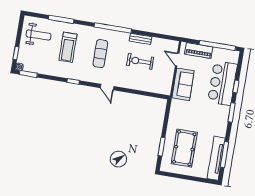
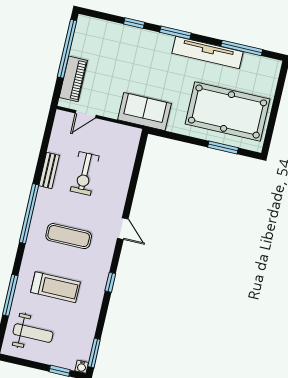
weight bench: (38, 35) -> (33, 333), turned 90
bar counter: (222, 83) -> (128, 44), removed
sofa: (183, 84) -> (144, 112), moved
door: (107, 87) -> (123, 229), hinge flipped
pool table: (184, 148) -> (228, 112), width x1.36, depth x1.32
tv unit: (216, 158) -> (208, 52), moved

